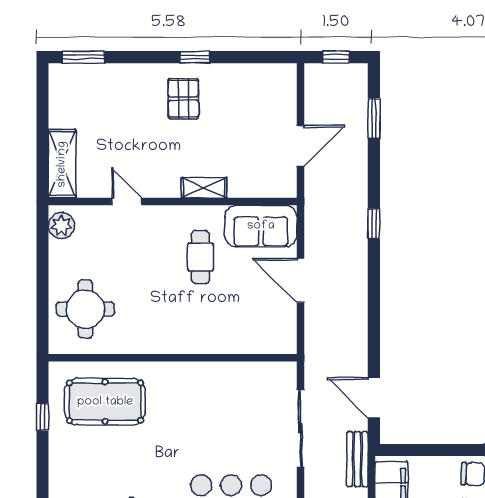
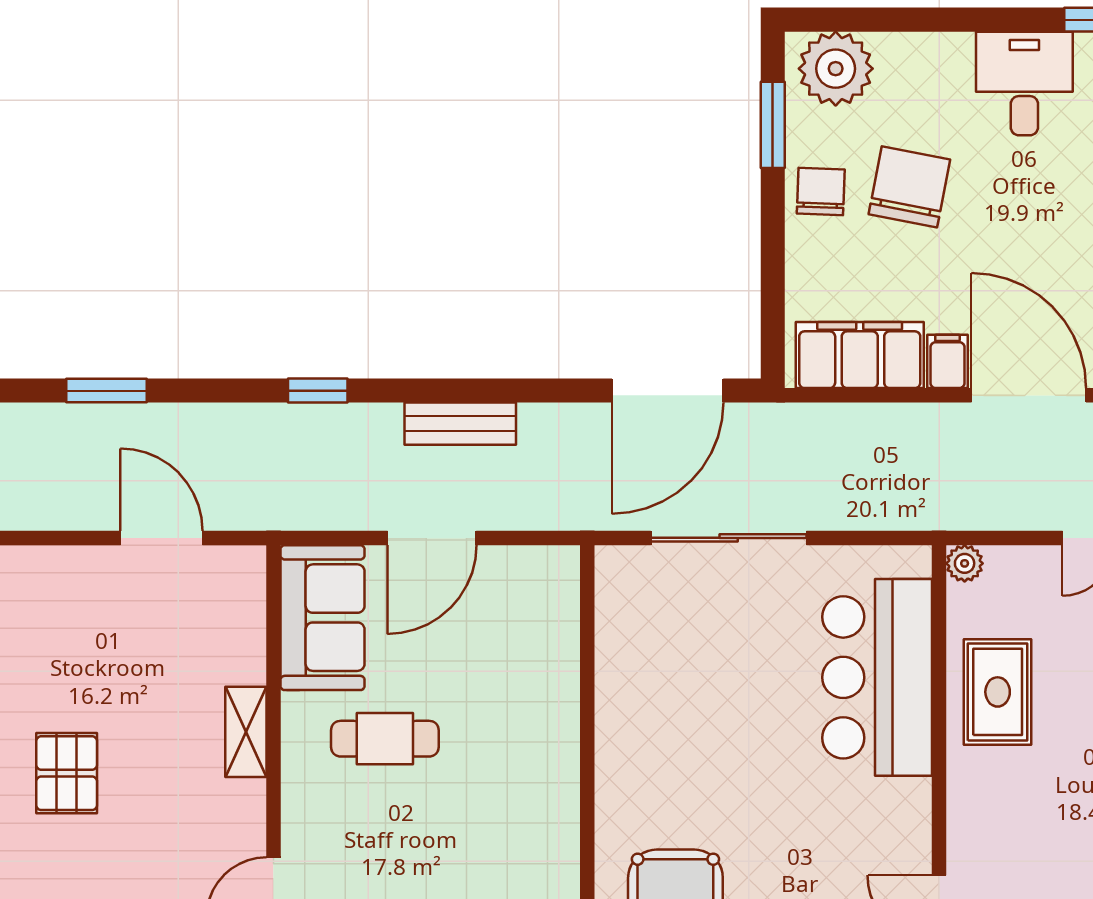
pallet: (183, 99) -> (67, 773), turned 90
door: (374, 398) -> (668, 391), width x1.36
bench: (357, 459) -> (460, 424), moved

